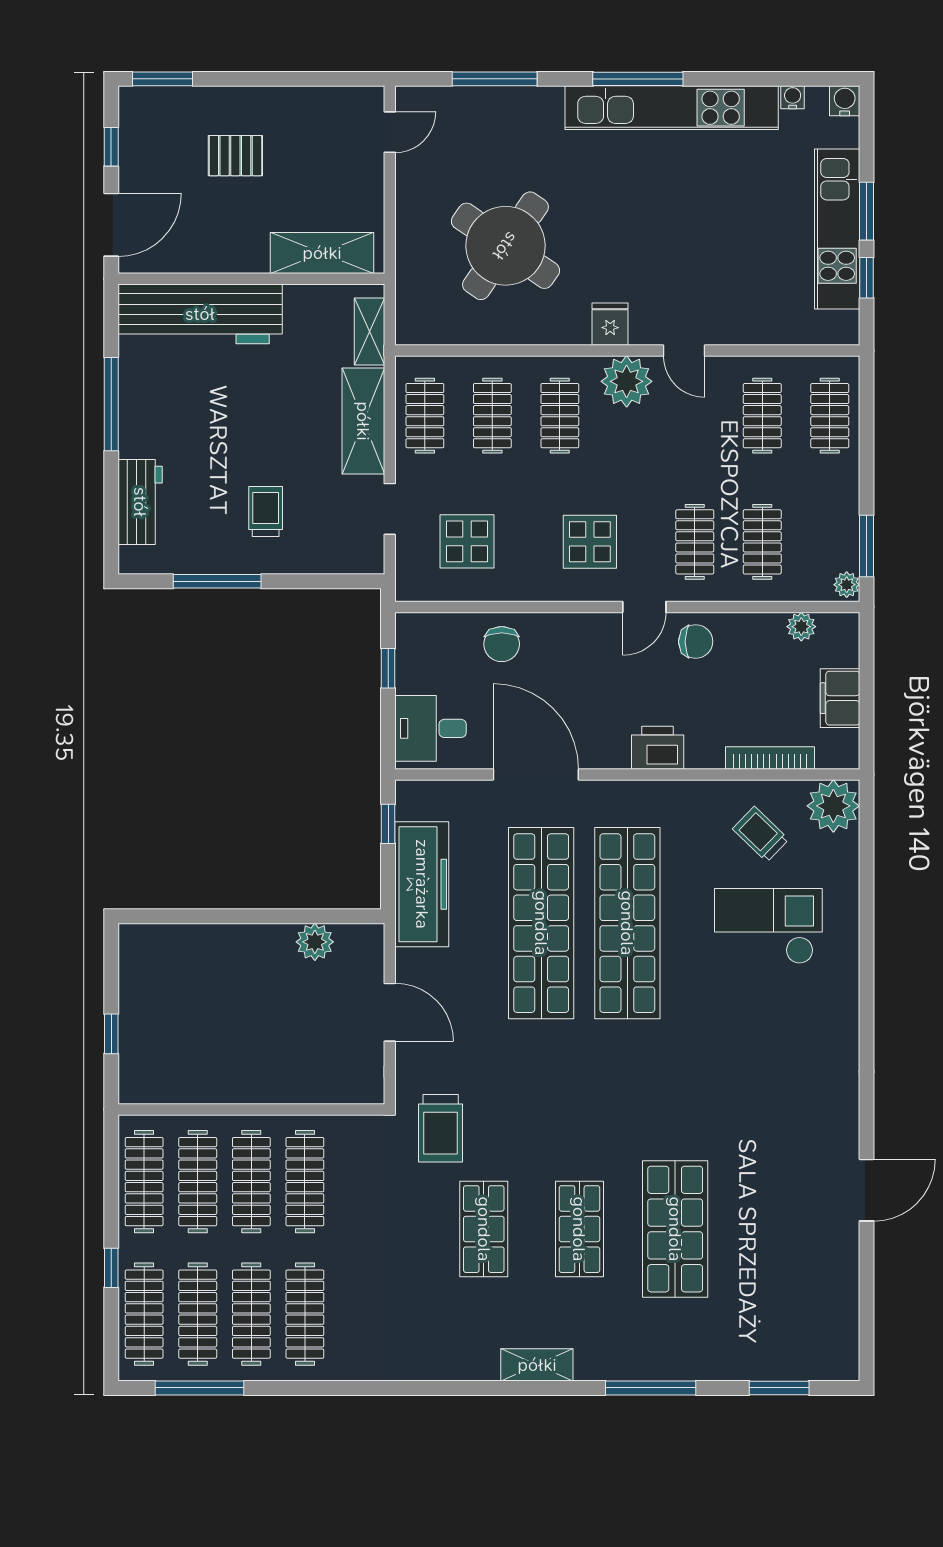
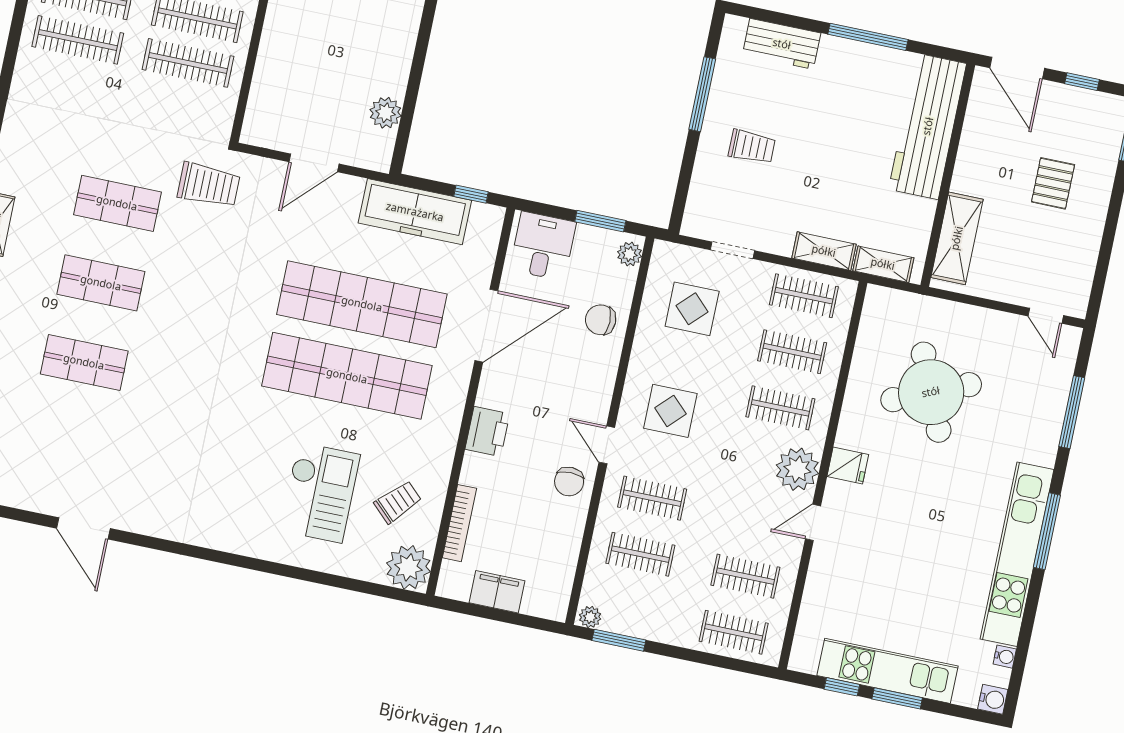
round table: (505, 246) -> (931, 392), turned 32
shelving: (363, 421) -> (824, 251), width x0.67, depth x0.75
plant: (801, 627) -> (630, 254), moved
window: (388, 668) -> (600, 221), width x1.50
trolley: (441, 1128) -> (209, 185), turned 180
shop shelf: (675, 1229) -> (84, 362), width x0.70, depth x0.74

